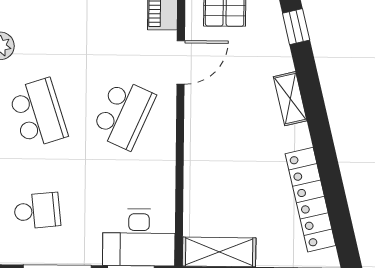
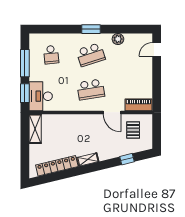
shelving: (290, 99) -> (88, 159), moved
school desk: (124, 114) -> (91, 89), turned -33

